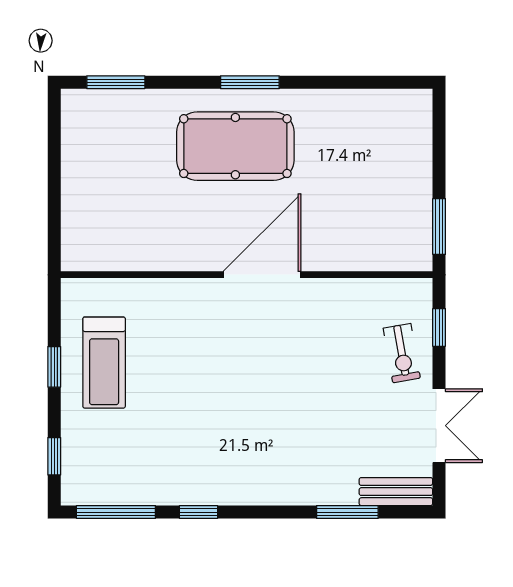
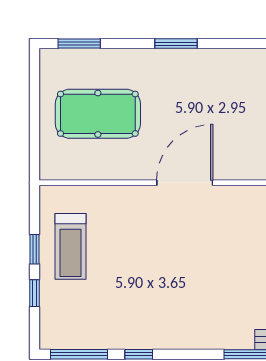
pool table: (235, 146) -> (98, 114), moved
window: (54, 456) -> (34, 293), moved

